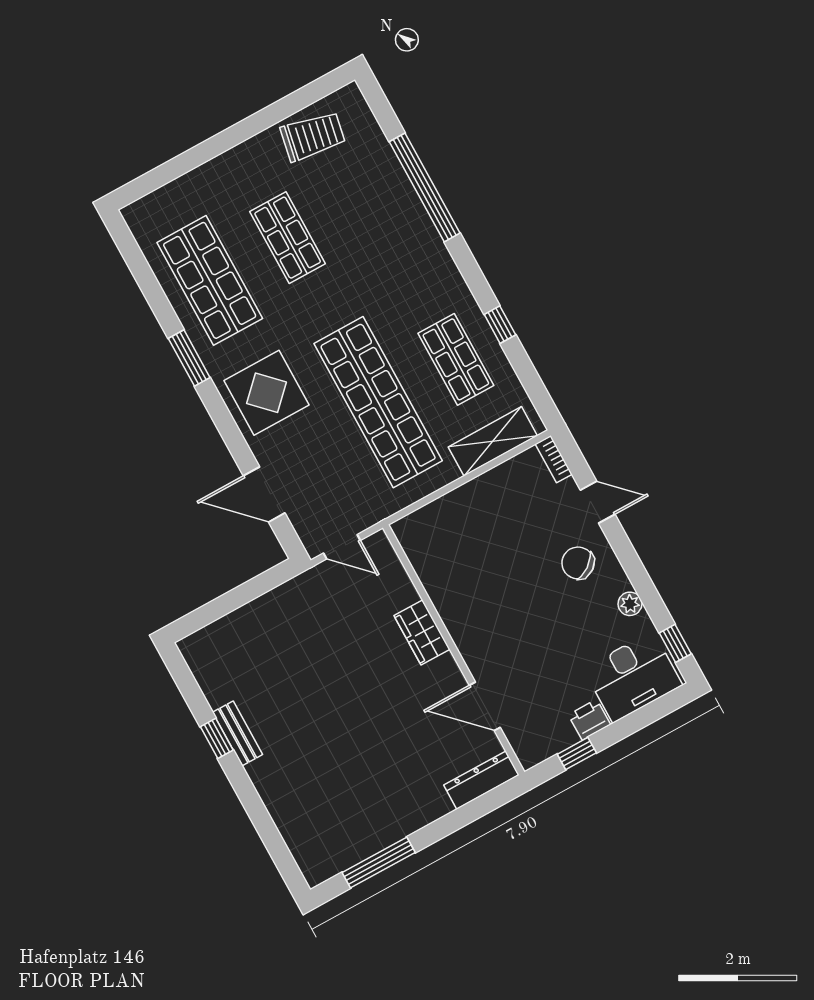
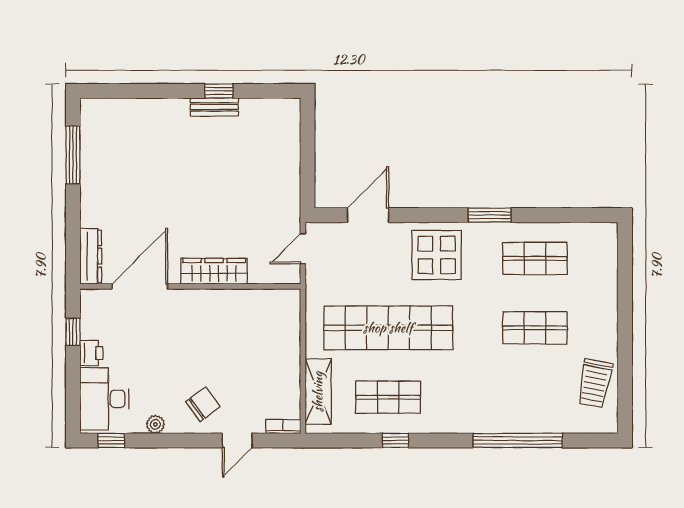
shop shelf: (210, 280) -> (535, 258), width x0.70, depth x0.74
wardrobe: (422, 632) -> (214, 271), width x1.50
door: (485, 706) -> (140, 286), width x1.36

